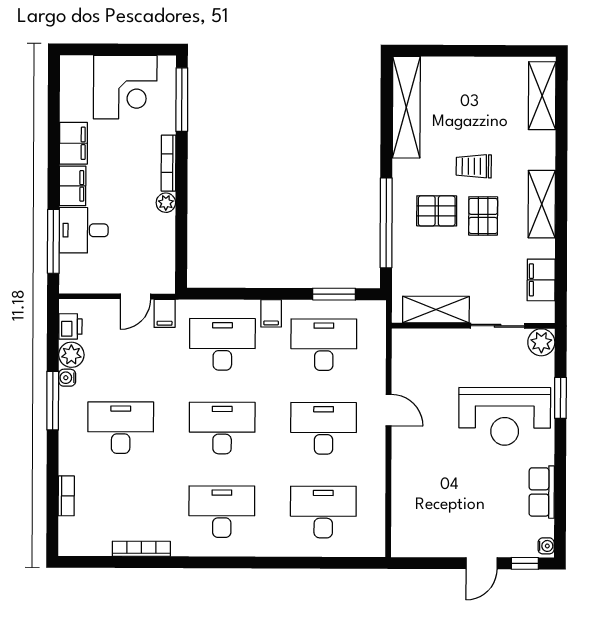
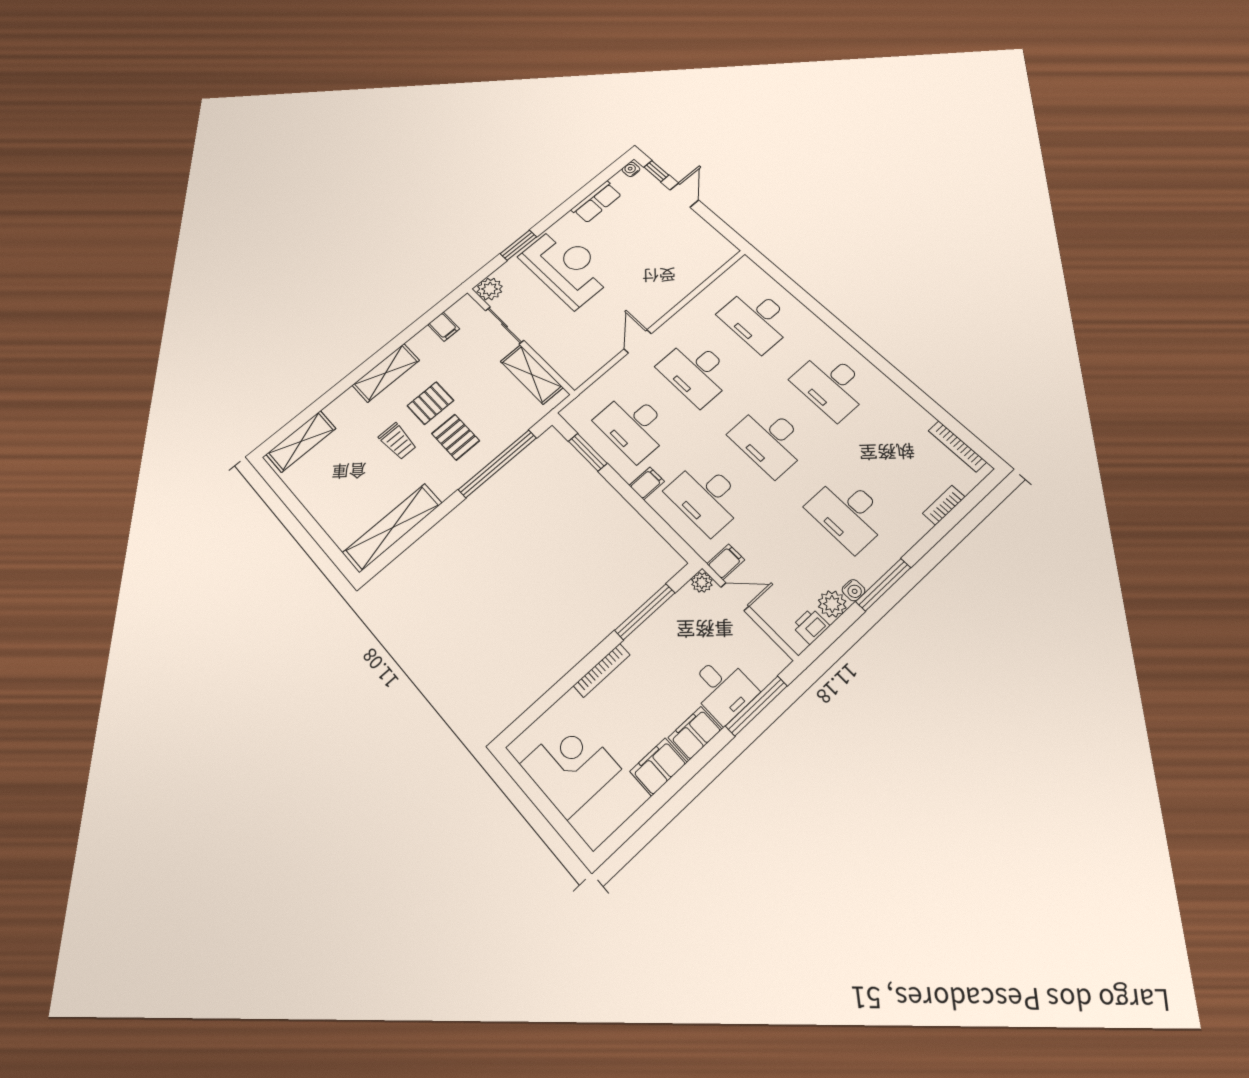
window: (182, 100) -> (645, 612), moved
plant: (166, 203) -> (702, 582), moved
filing cabinet: (541, 280) -> (444, 327), width x0.50
bookcase: (141, 549) -> (957, 446), moved
door: (482, 563) -> (684, 195), hinge flipped

